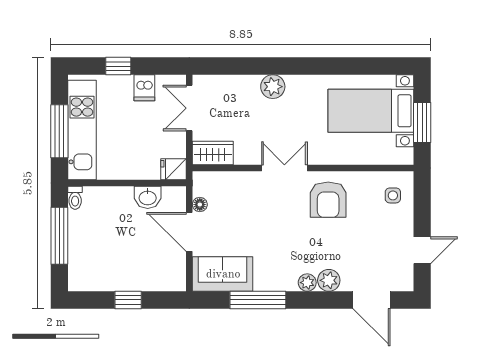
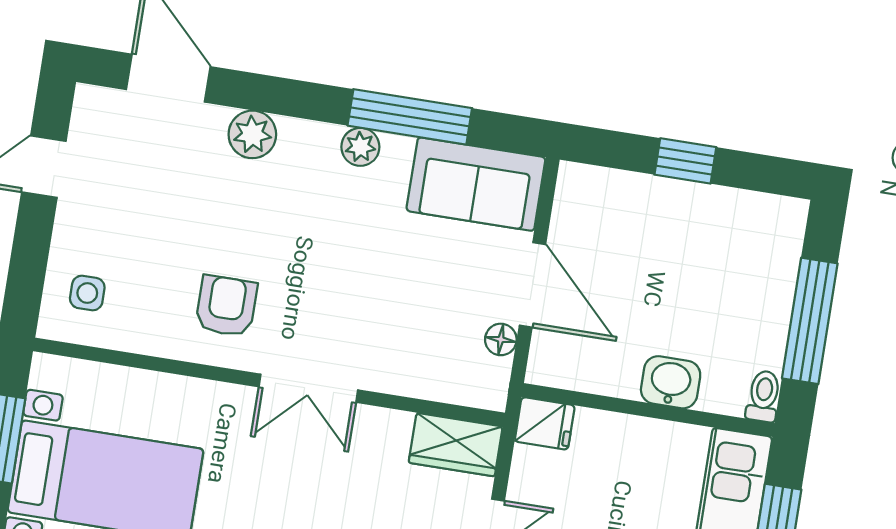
washbasin: (148, 197) -> (671, 382), moved
armchair: (328, 200) -> (226, 306), width x0.72, depth x0.72
plant: (307, 283) -> (360, 147), moved

